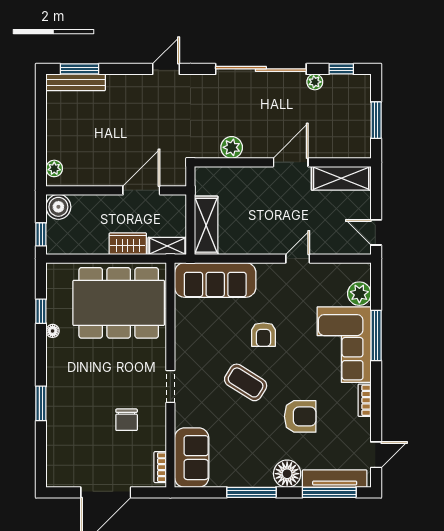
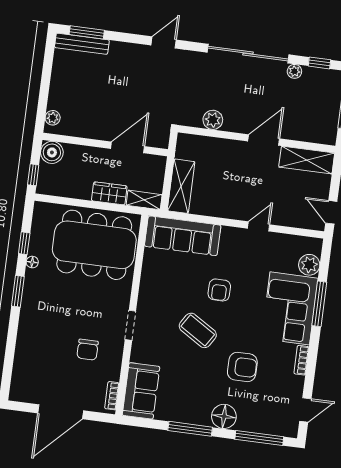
window: (41, 403) -> (18, 291), moved
tv unit: (335, 479) -> (266, 426), removed

